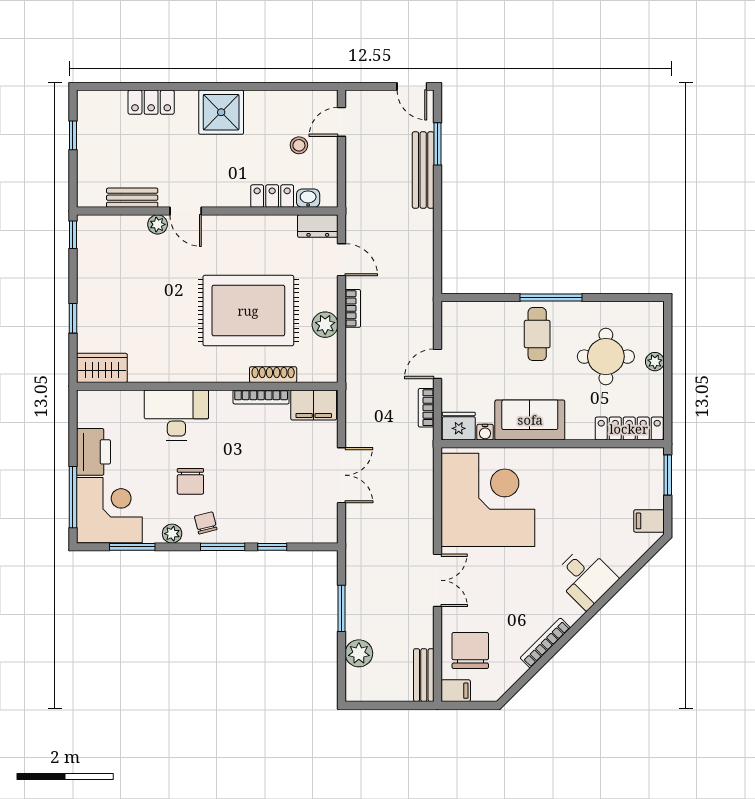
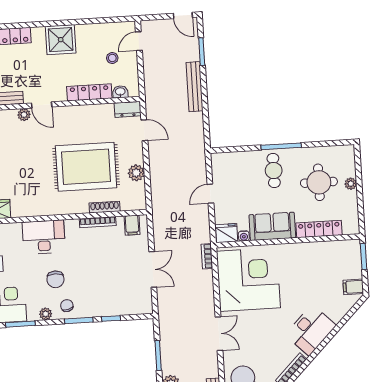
bench: (423, 170) -> (195, 87), moved
locker: (272, 196) -> (89, 92), width x1.53
bookcase: (353, 308) -> (153, 161), removed
filing cabinet: (314, 405) -> (132, 225), width x0.50
bookcase: (426, 408) -> (207, 256), moved
locker: (629, 429) -> (319, 229), moved
desk: (585, 577) -> (311, 330), width x1.37

